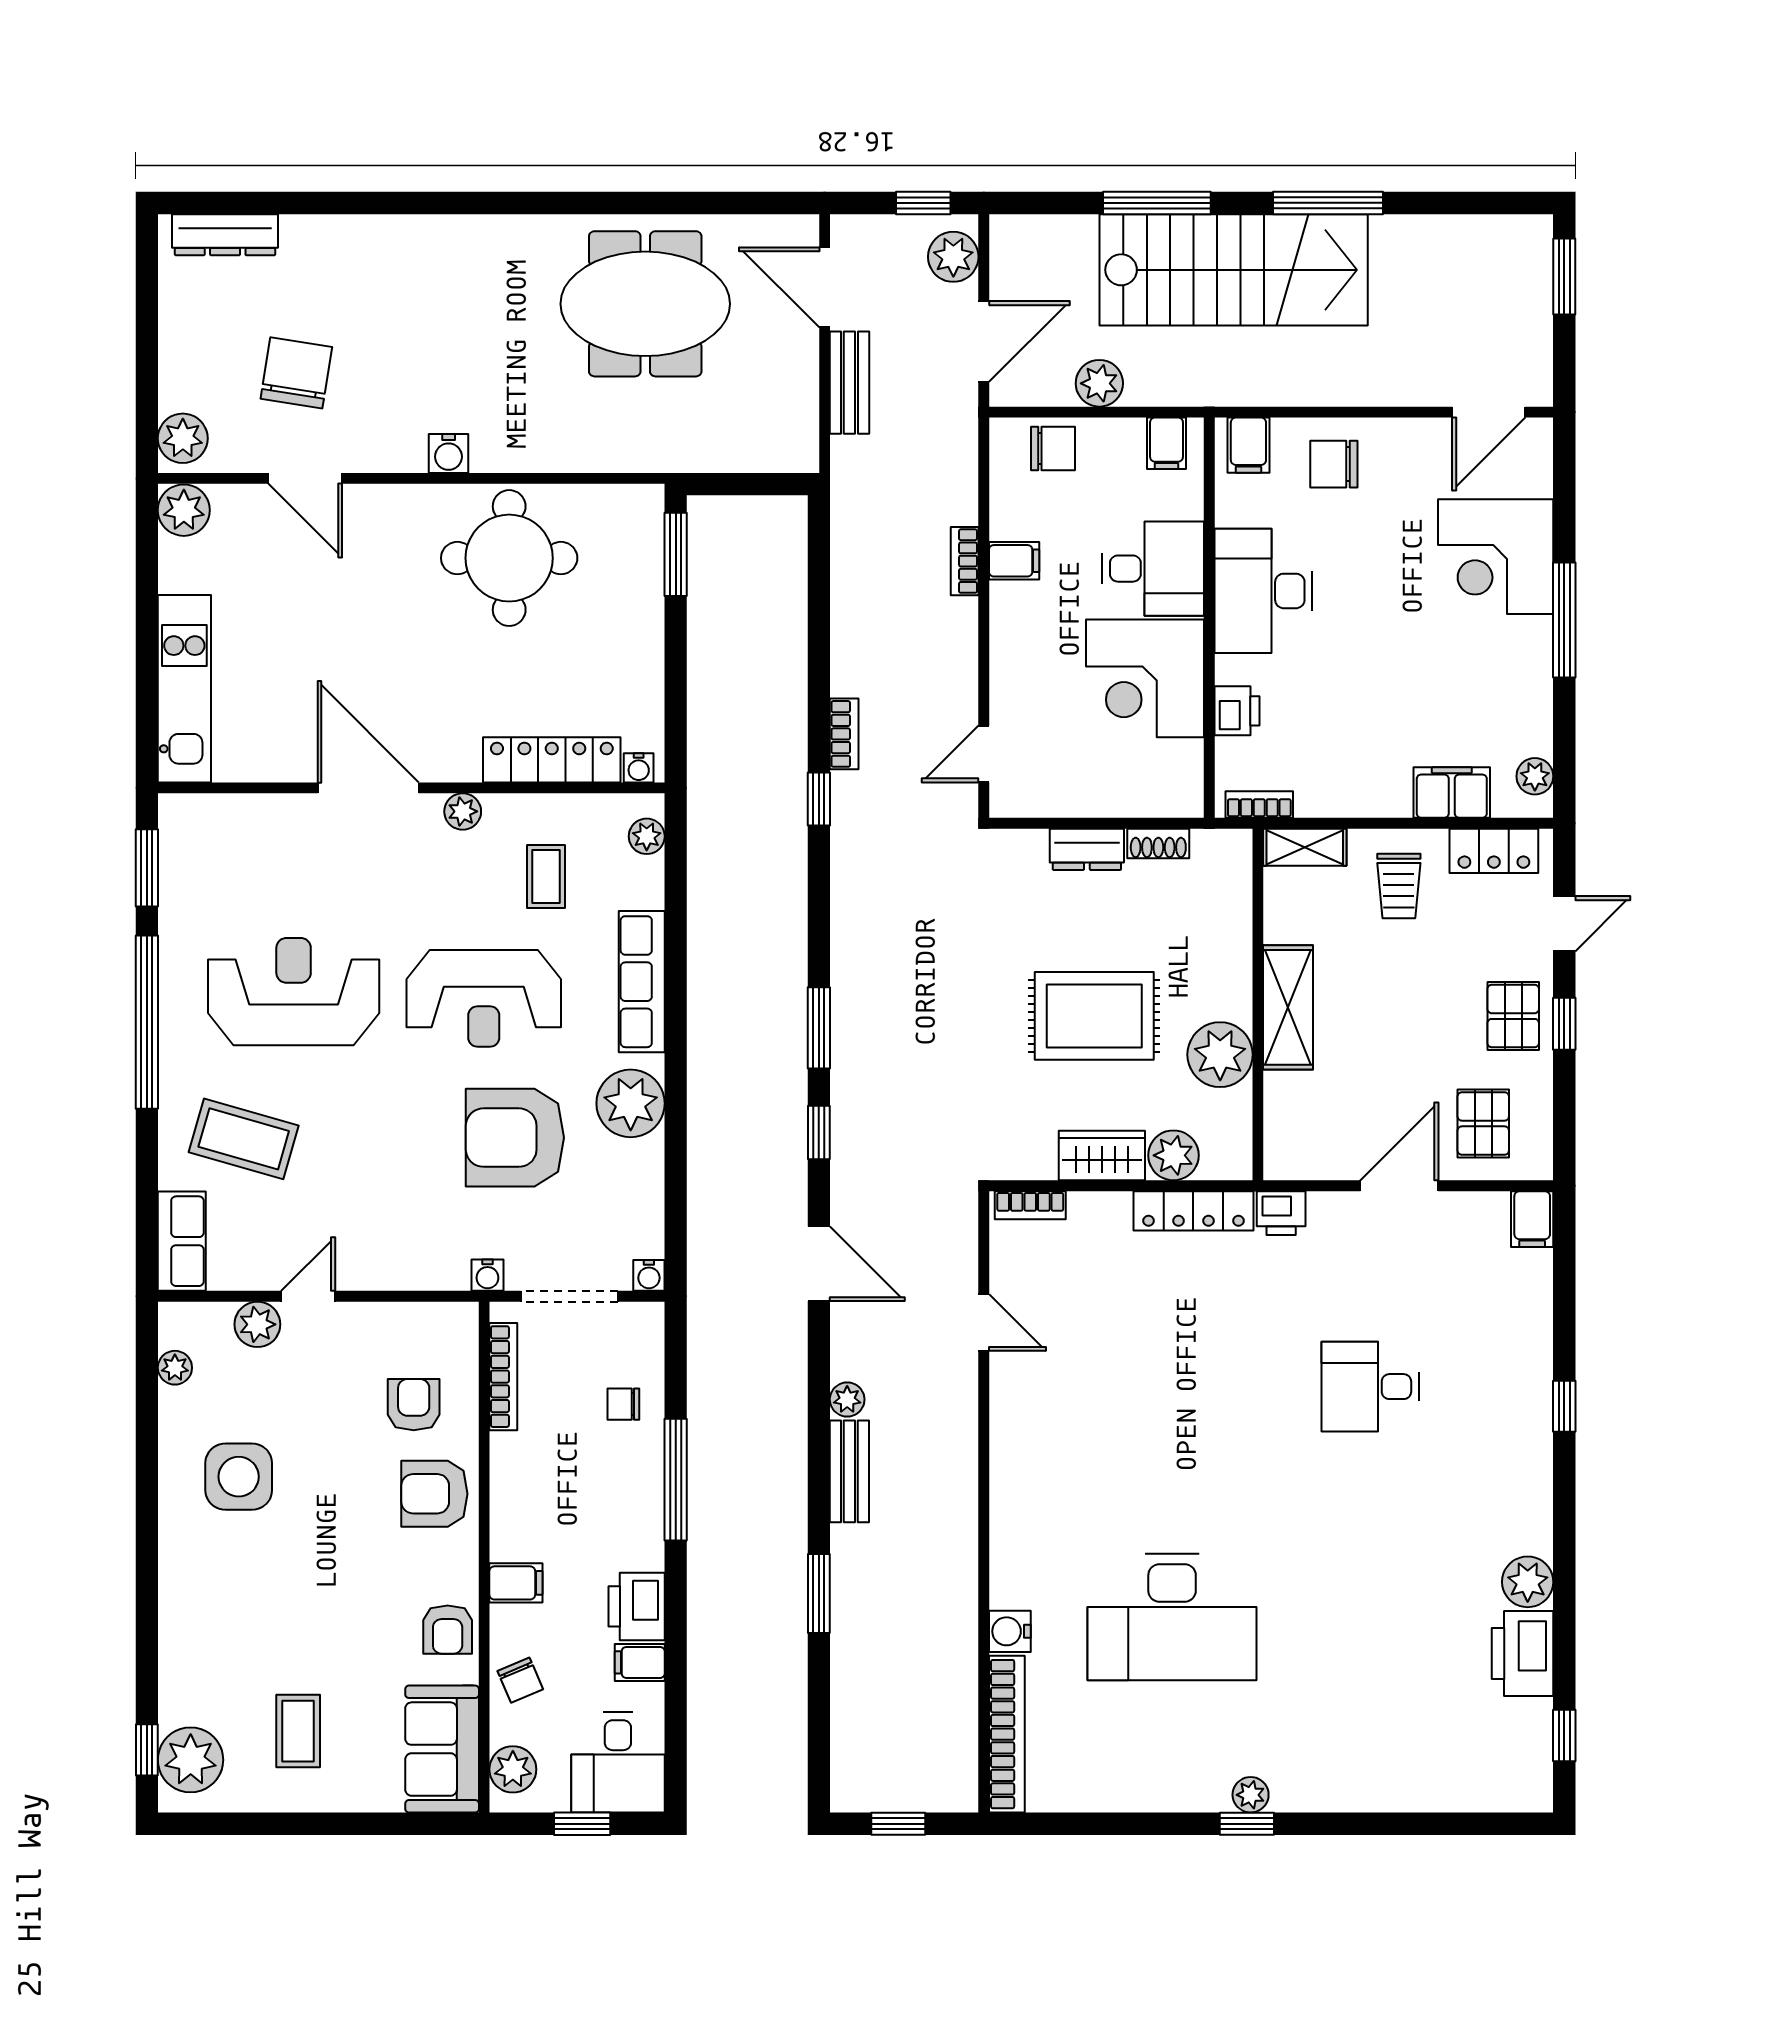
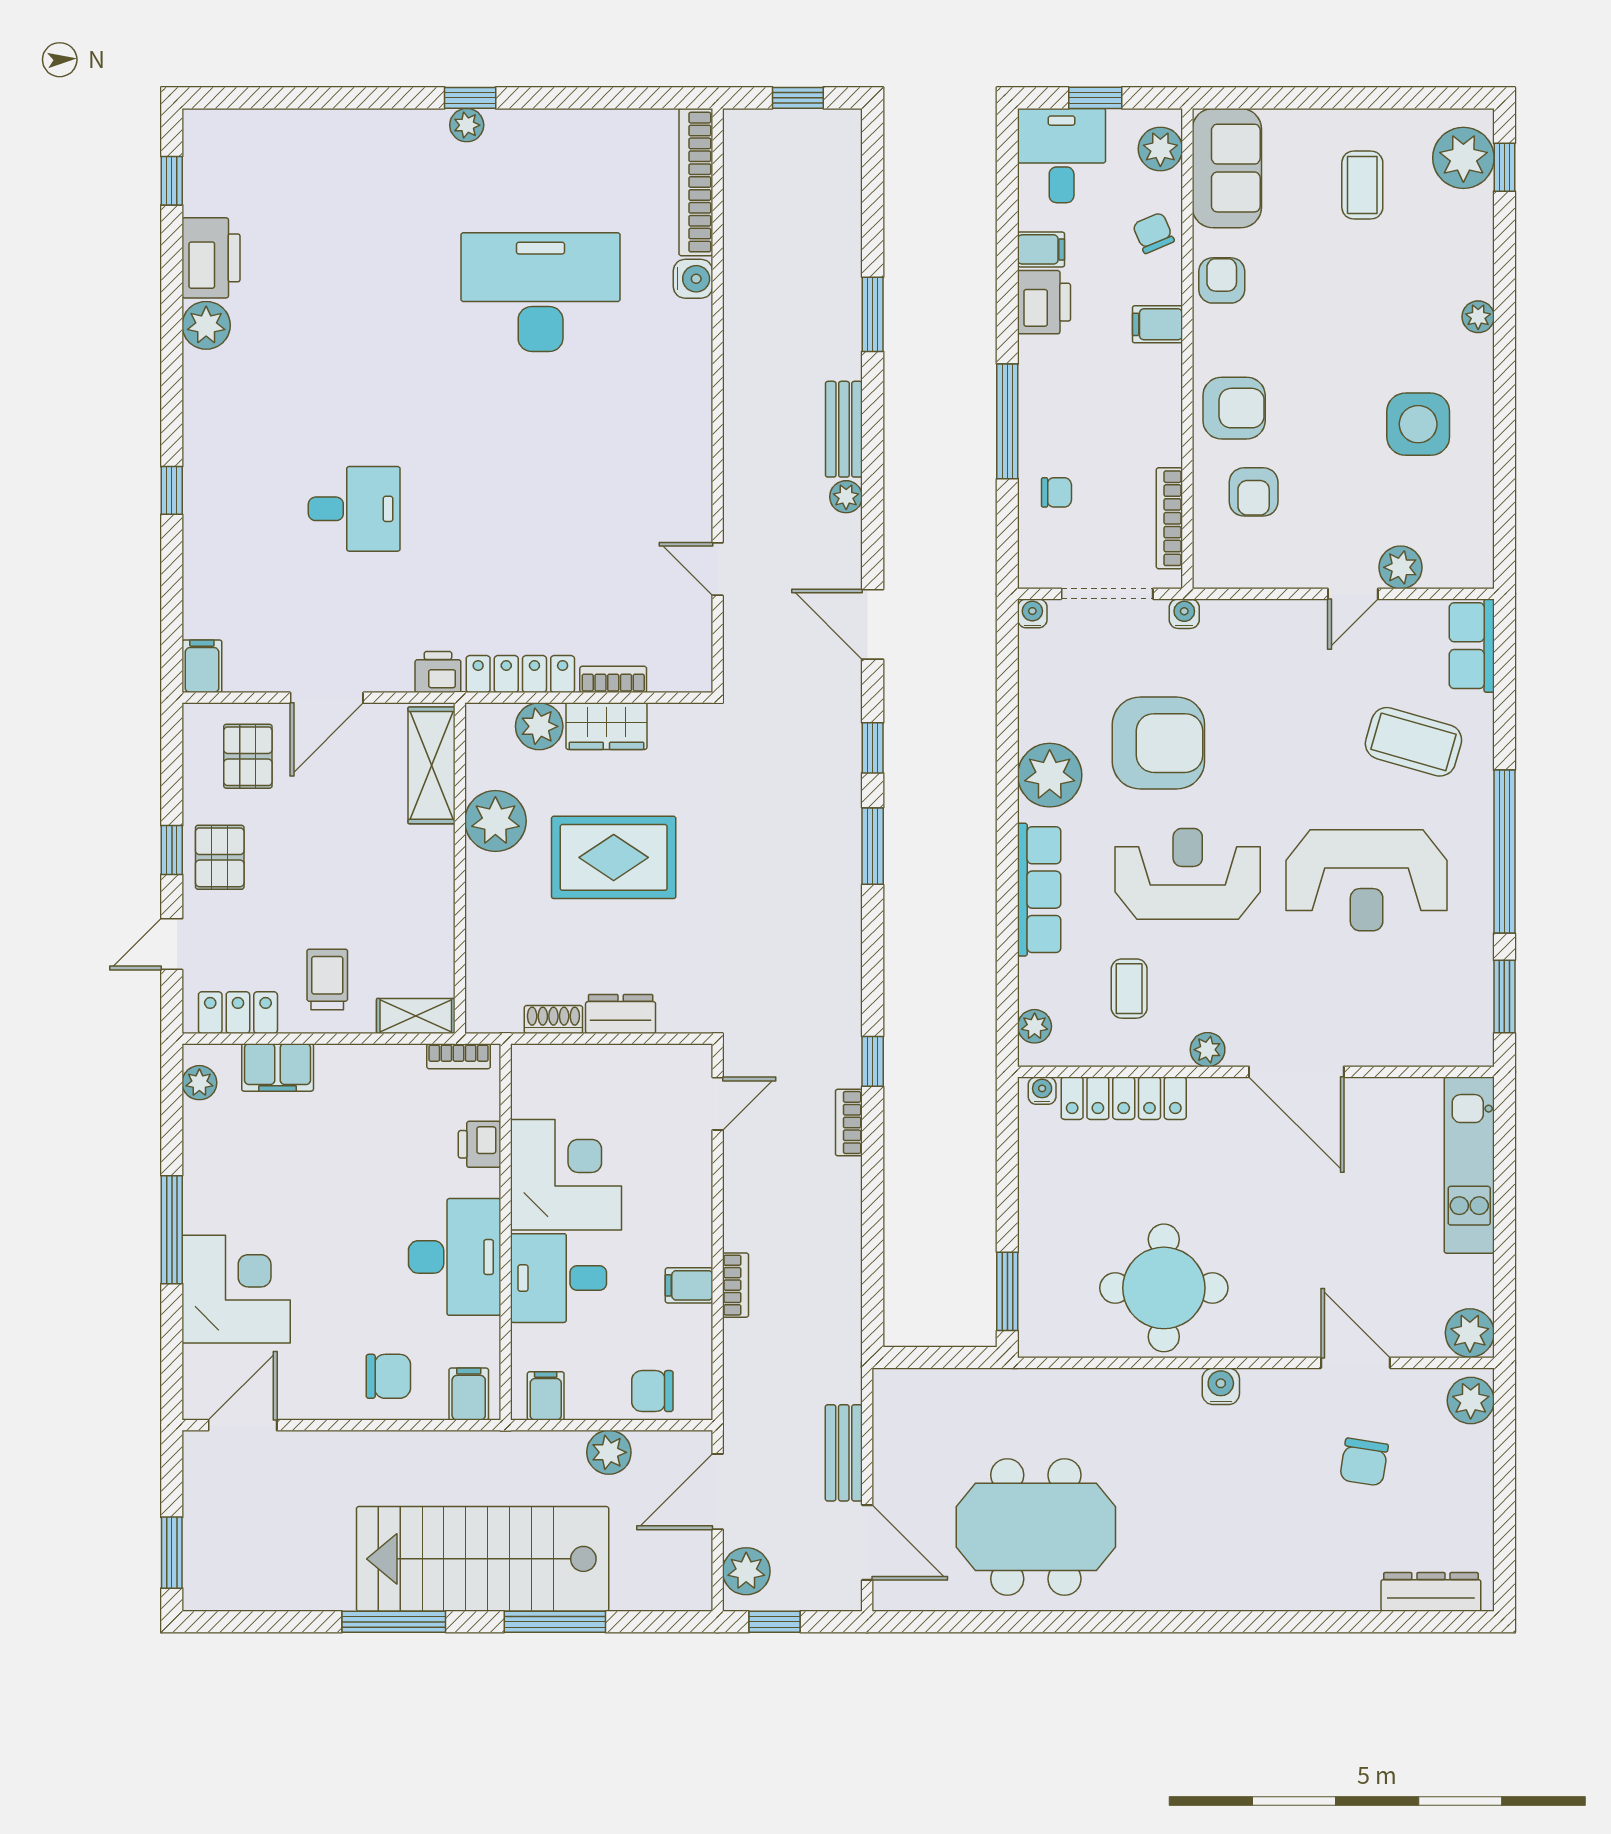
chair: (296, 373) -> (1364, 1462), width x0.73, depth x0.73
shelving: (1288, 1007) -> (431, 765), moved
bookcase: (1030, 1205) -> (613, 679), moved
plant: (175, 1368) -> (1478, 317), moved

